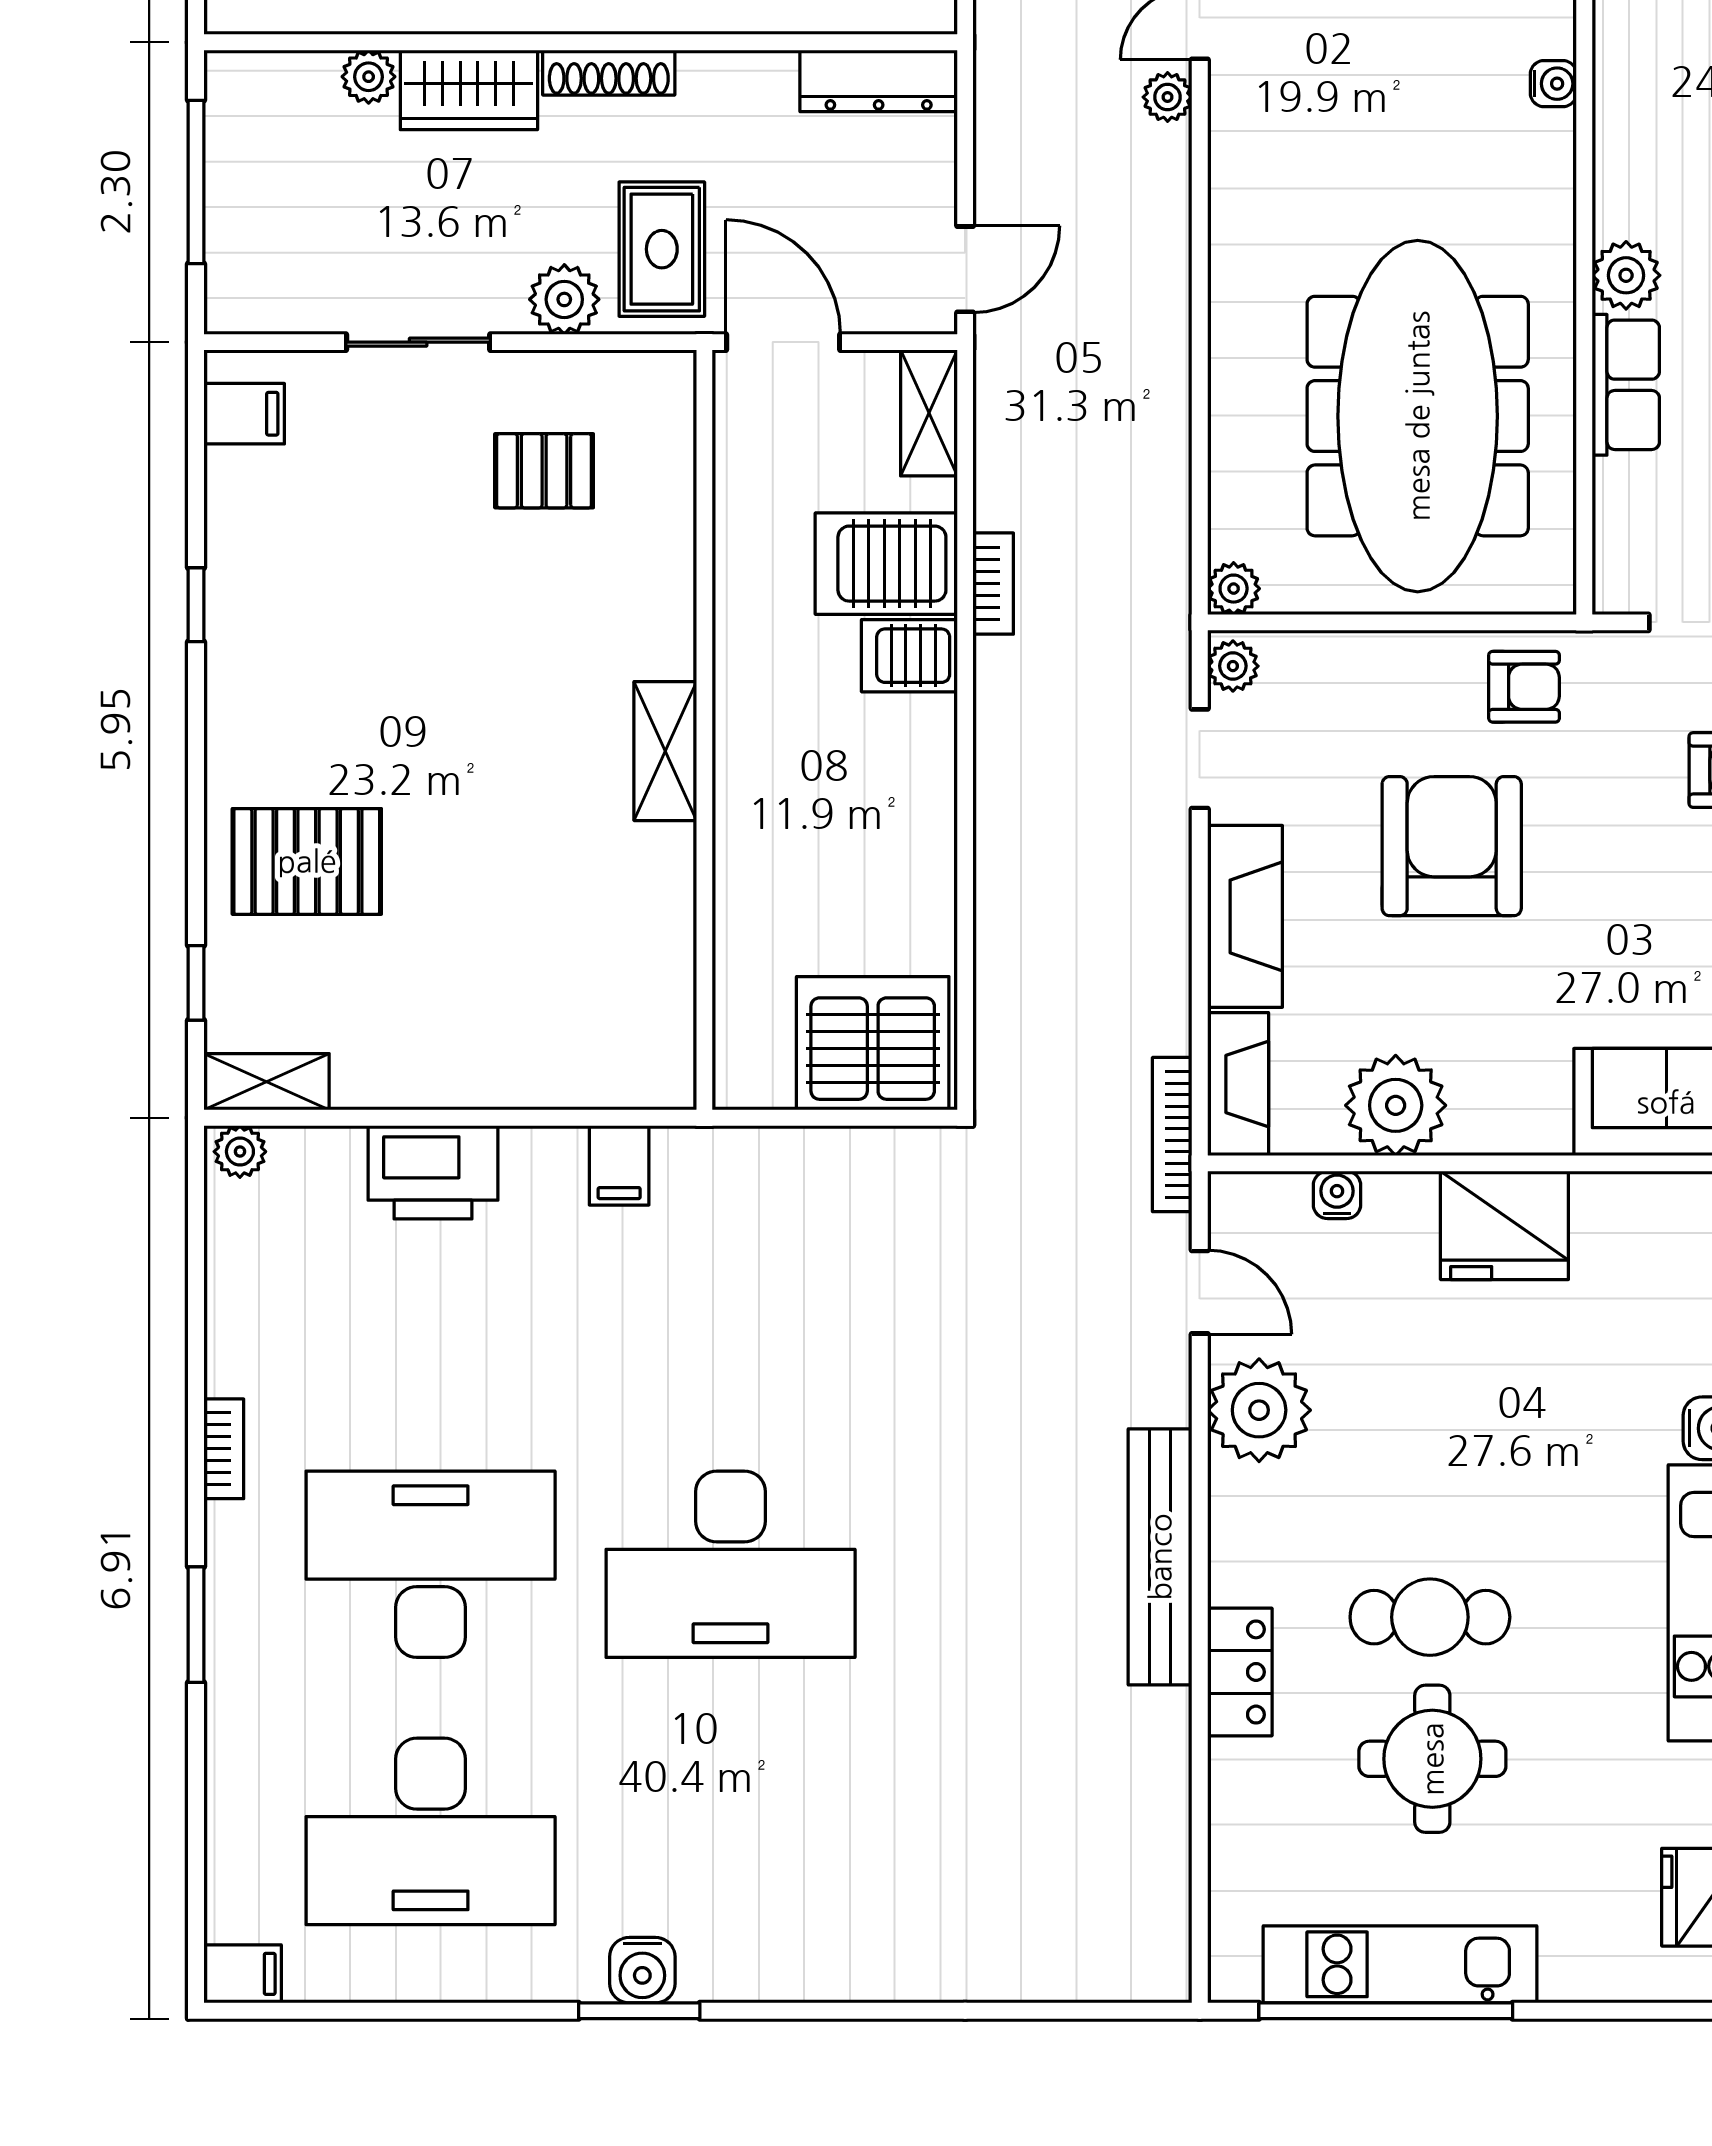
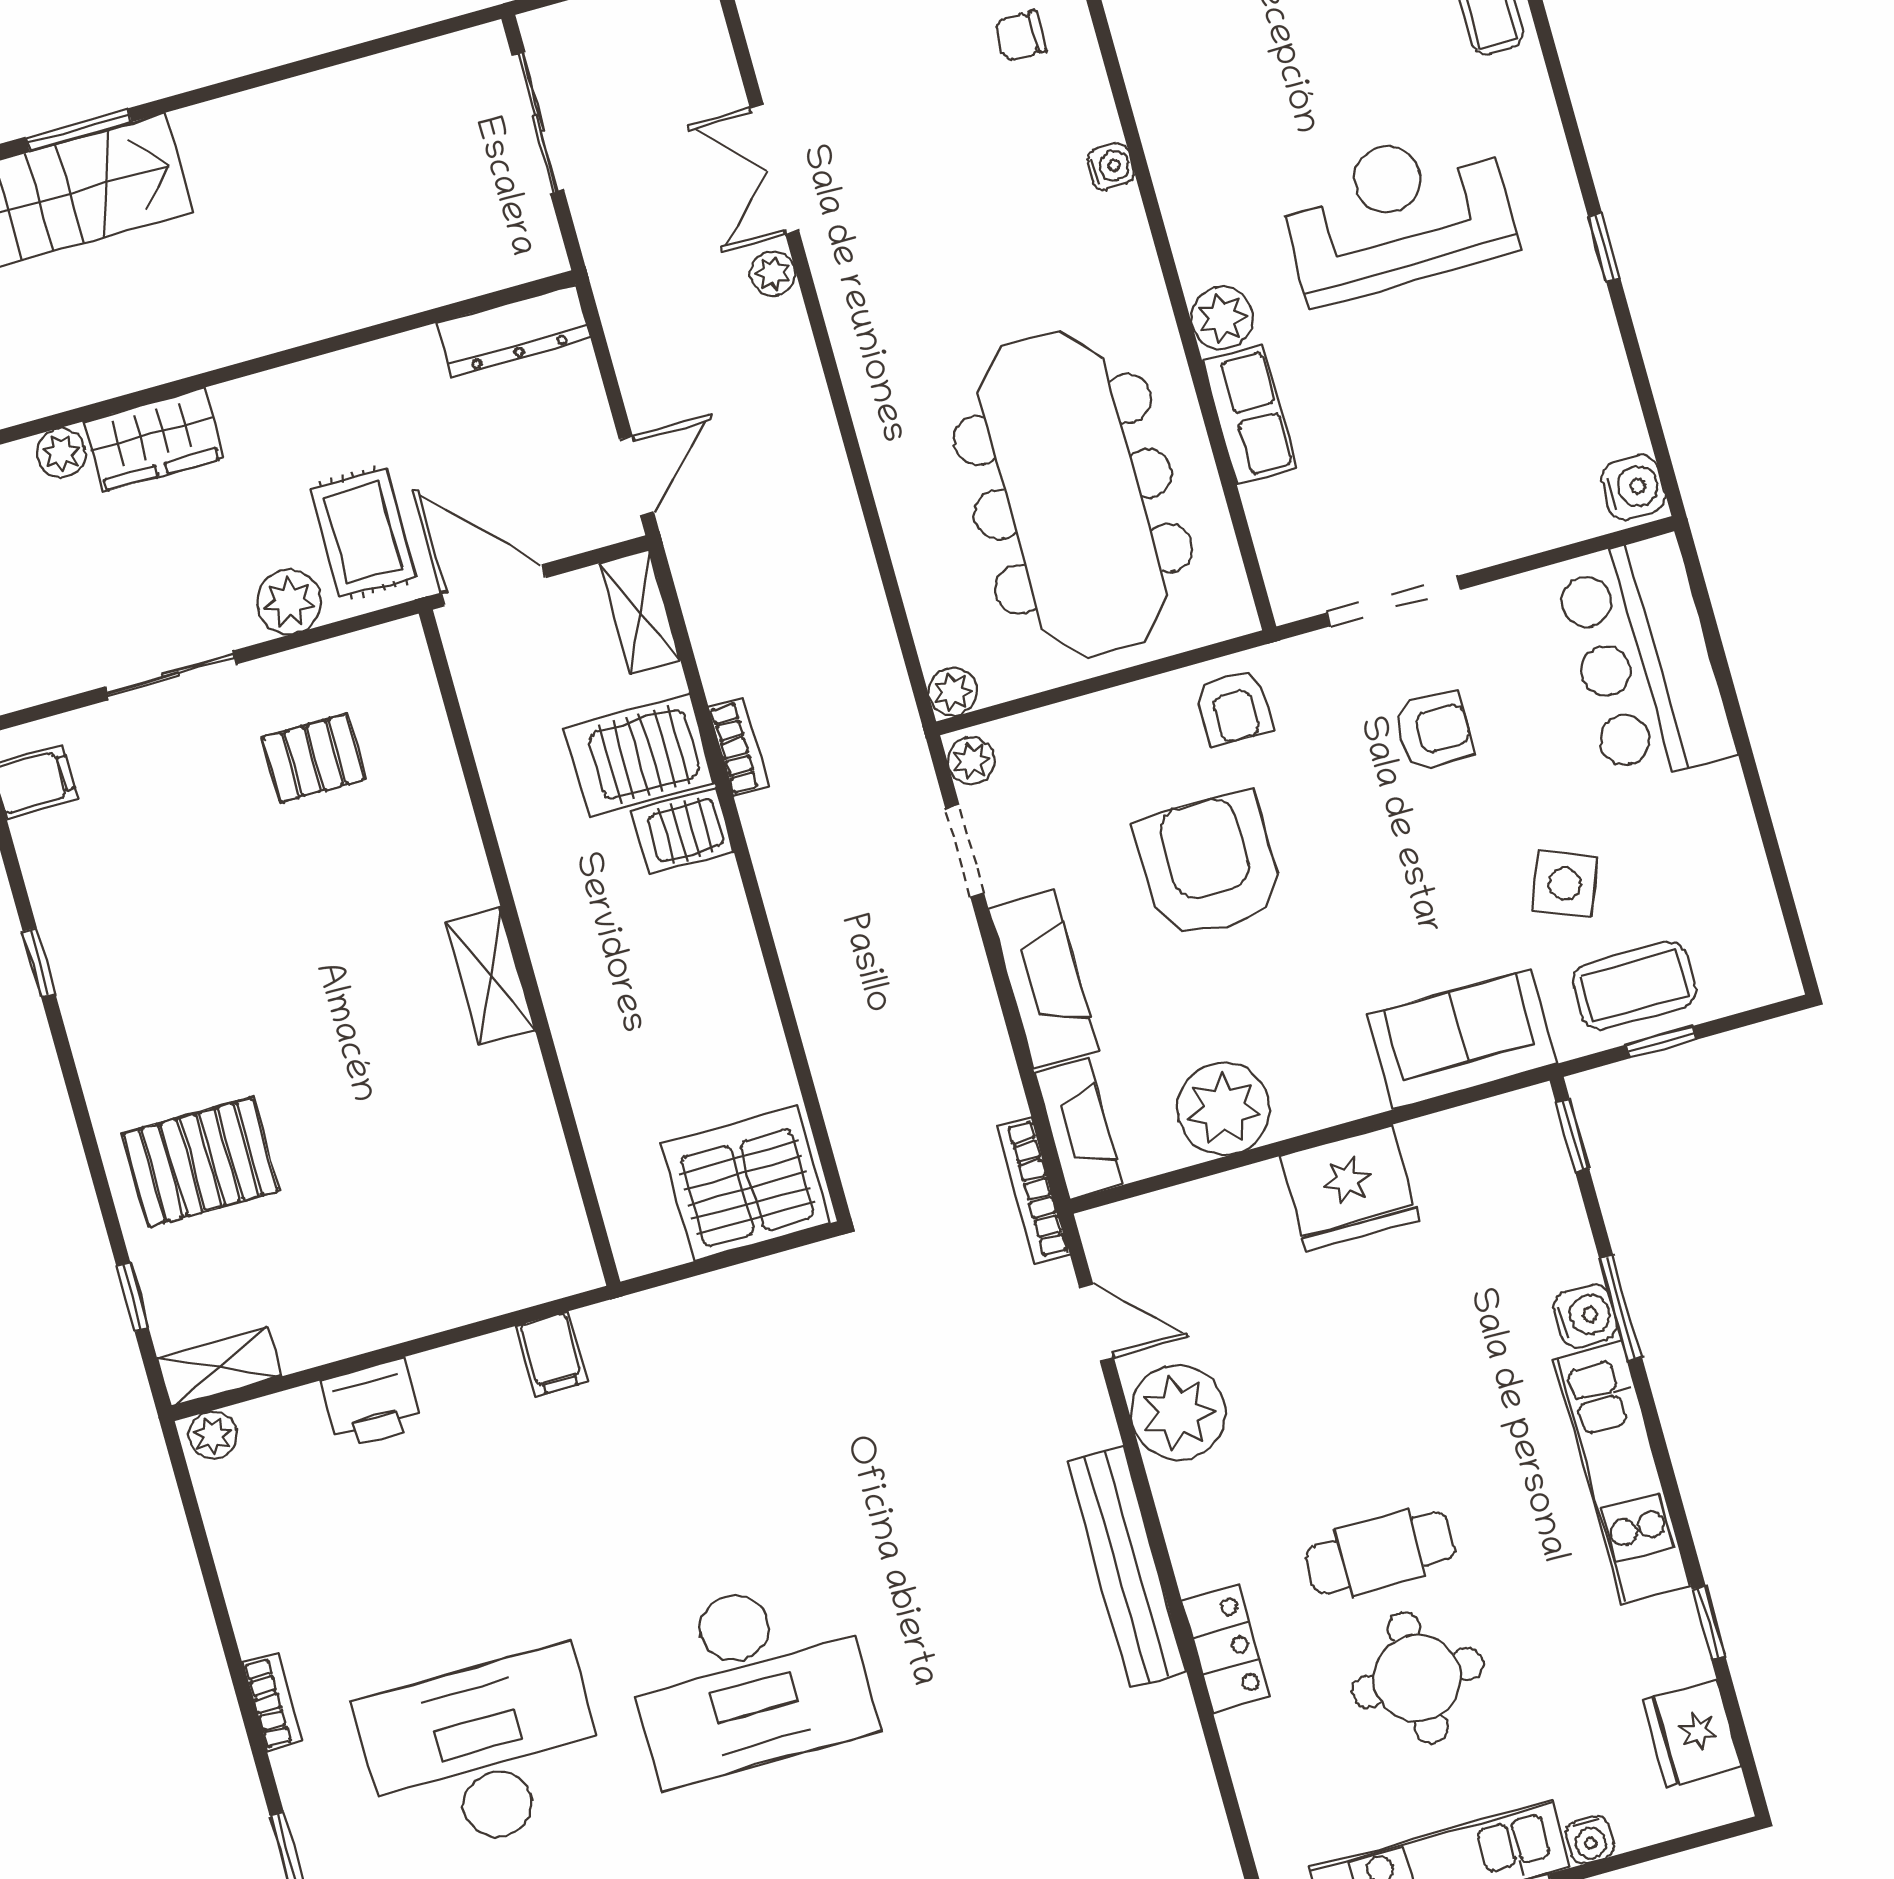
shoe rack: (609, 73) -> (273, 390), removed
armchair: (1524, 687) -> (1234, 707), turned 90
printer: (433, 1172) -> (371, 1404), width x0.73, depth x0.84
water cooler: (1337, 1195) -> (1590, 1840), moved, turned 180

